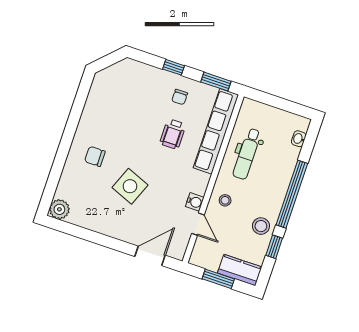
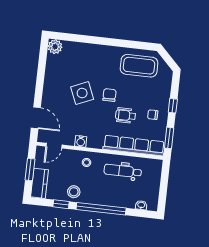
coffee table: (110, 101) -> (139, 66), added
chair: (95, 156) -> (109, 95), moved
side table: (130, 186) -> (82, 93), turned 45
door: (198, 224) -> (54, 146), moved

